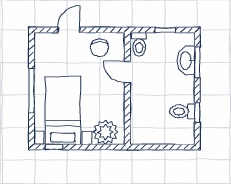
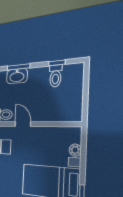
door: (127, 72) -> (23, 124), swing flipped
plant: (105, 132) -> (75, 150), width x0.53, depth x0.53

